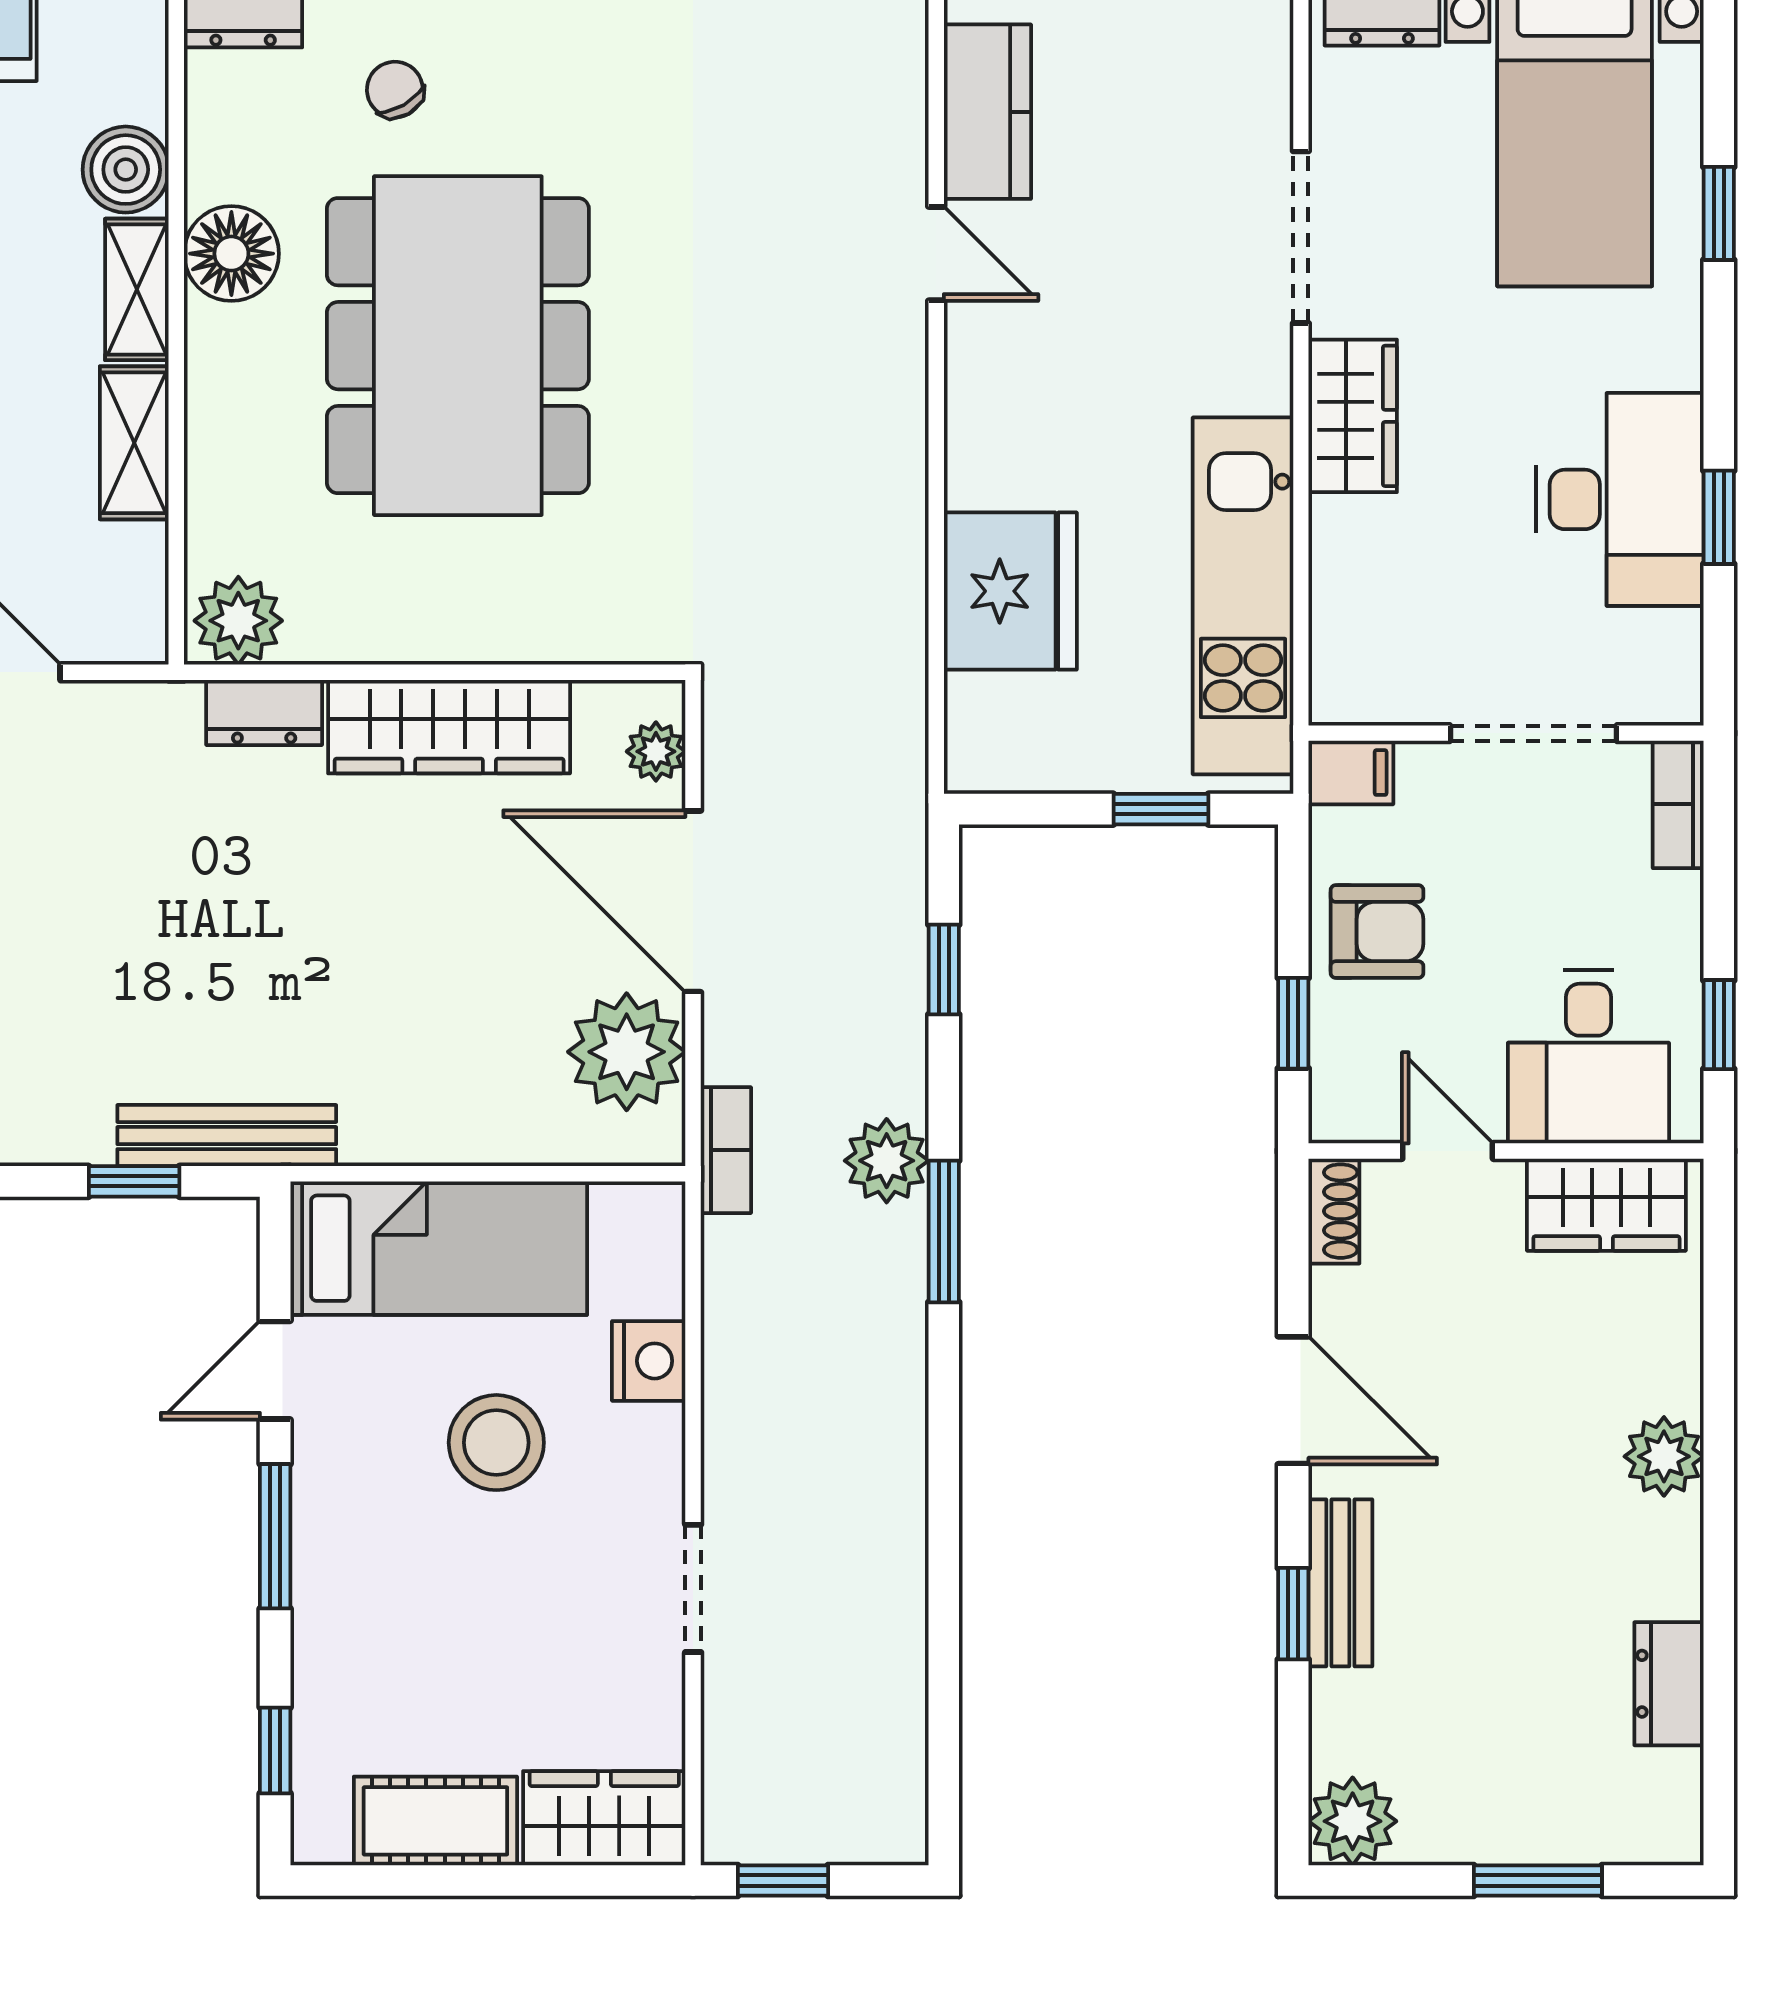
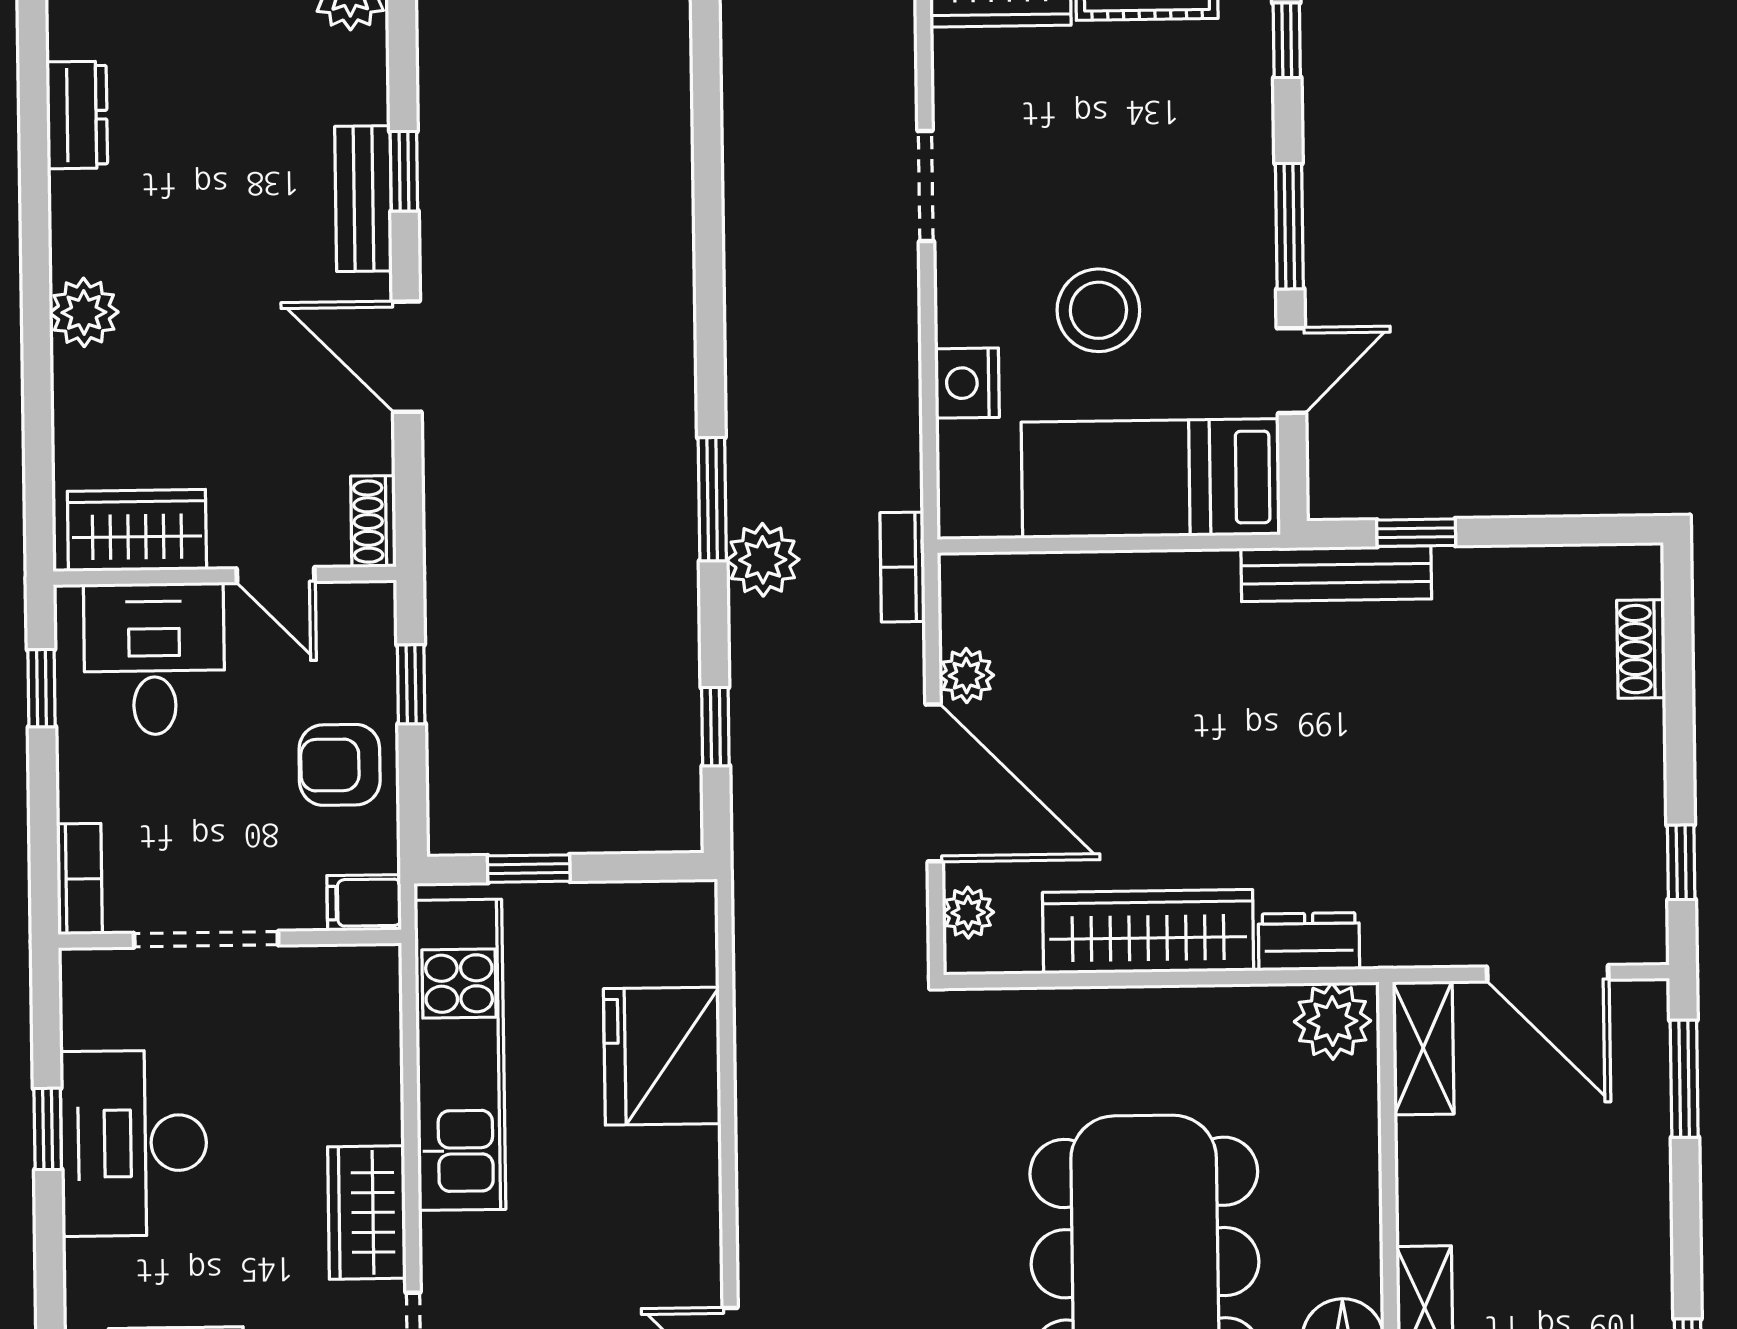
shelving: (134, 443) -> (1423, 1048), moved
plant: (627, 1052) -> (966, 676), width x0.53, depth x0.53

